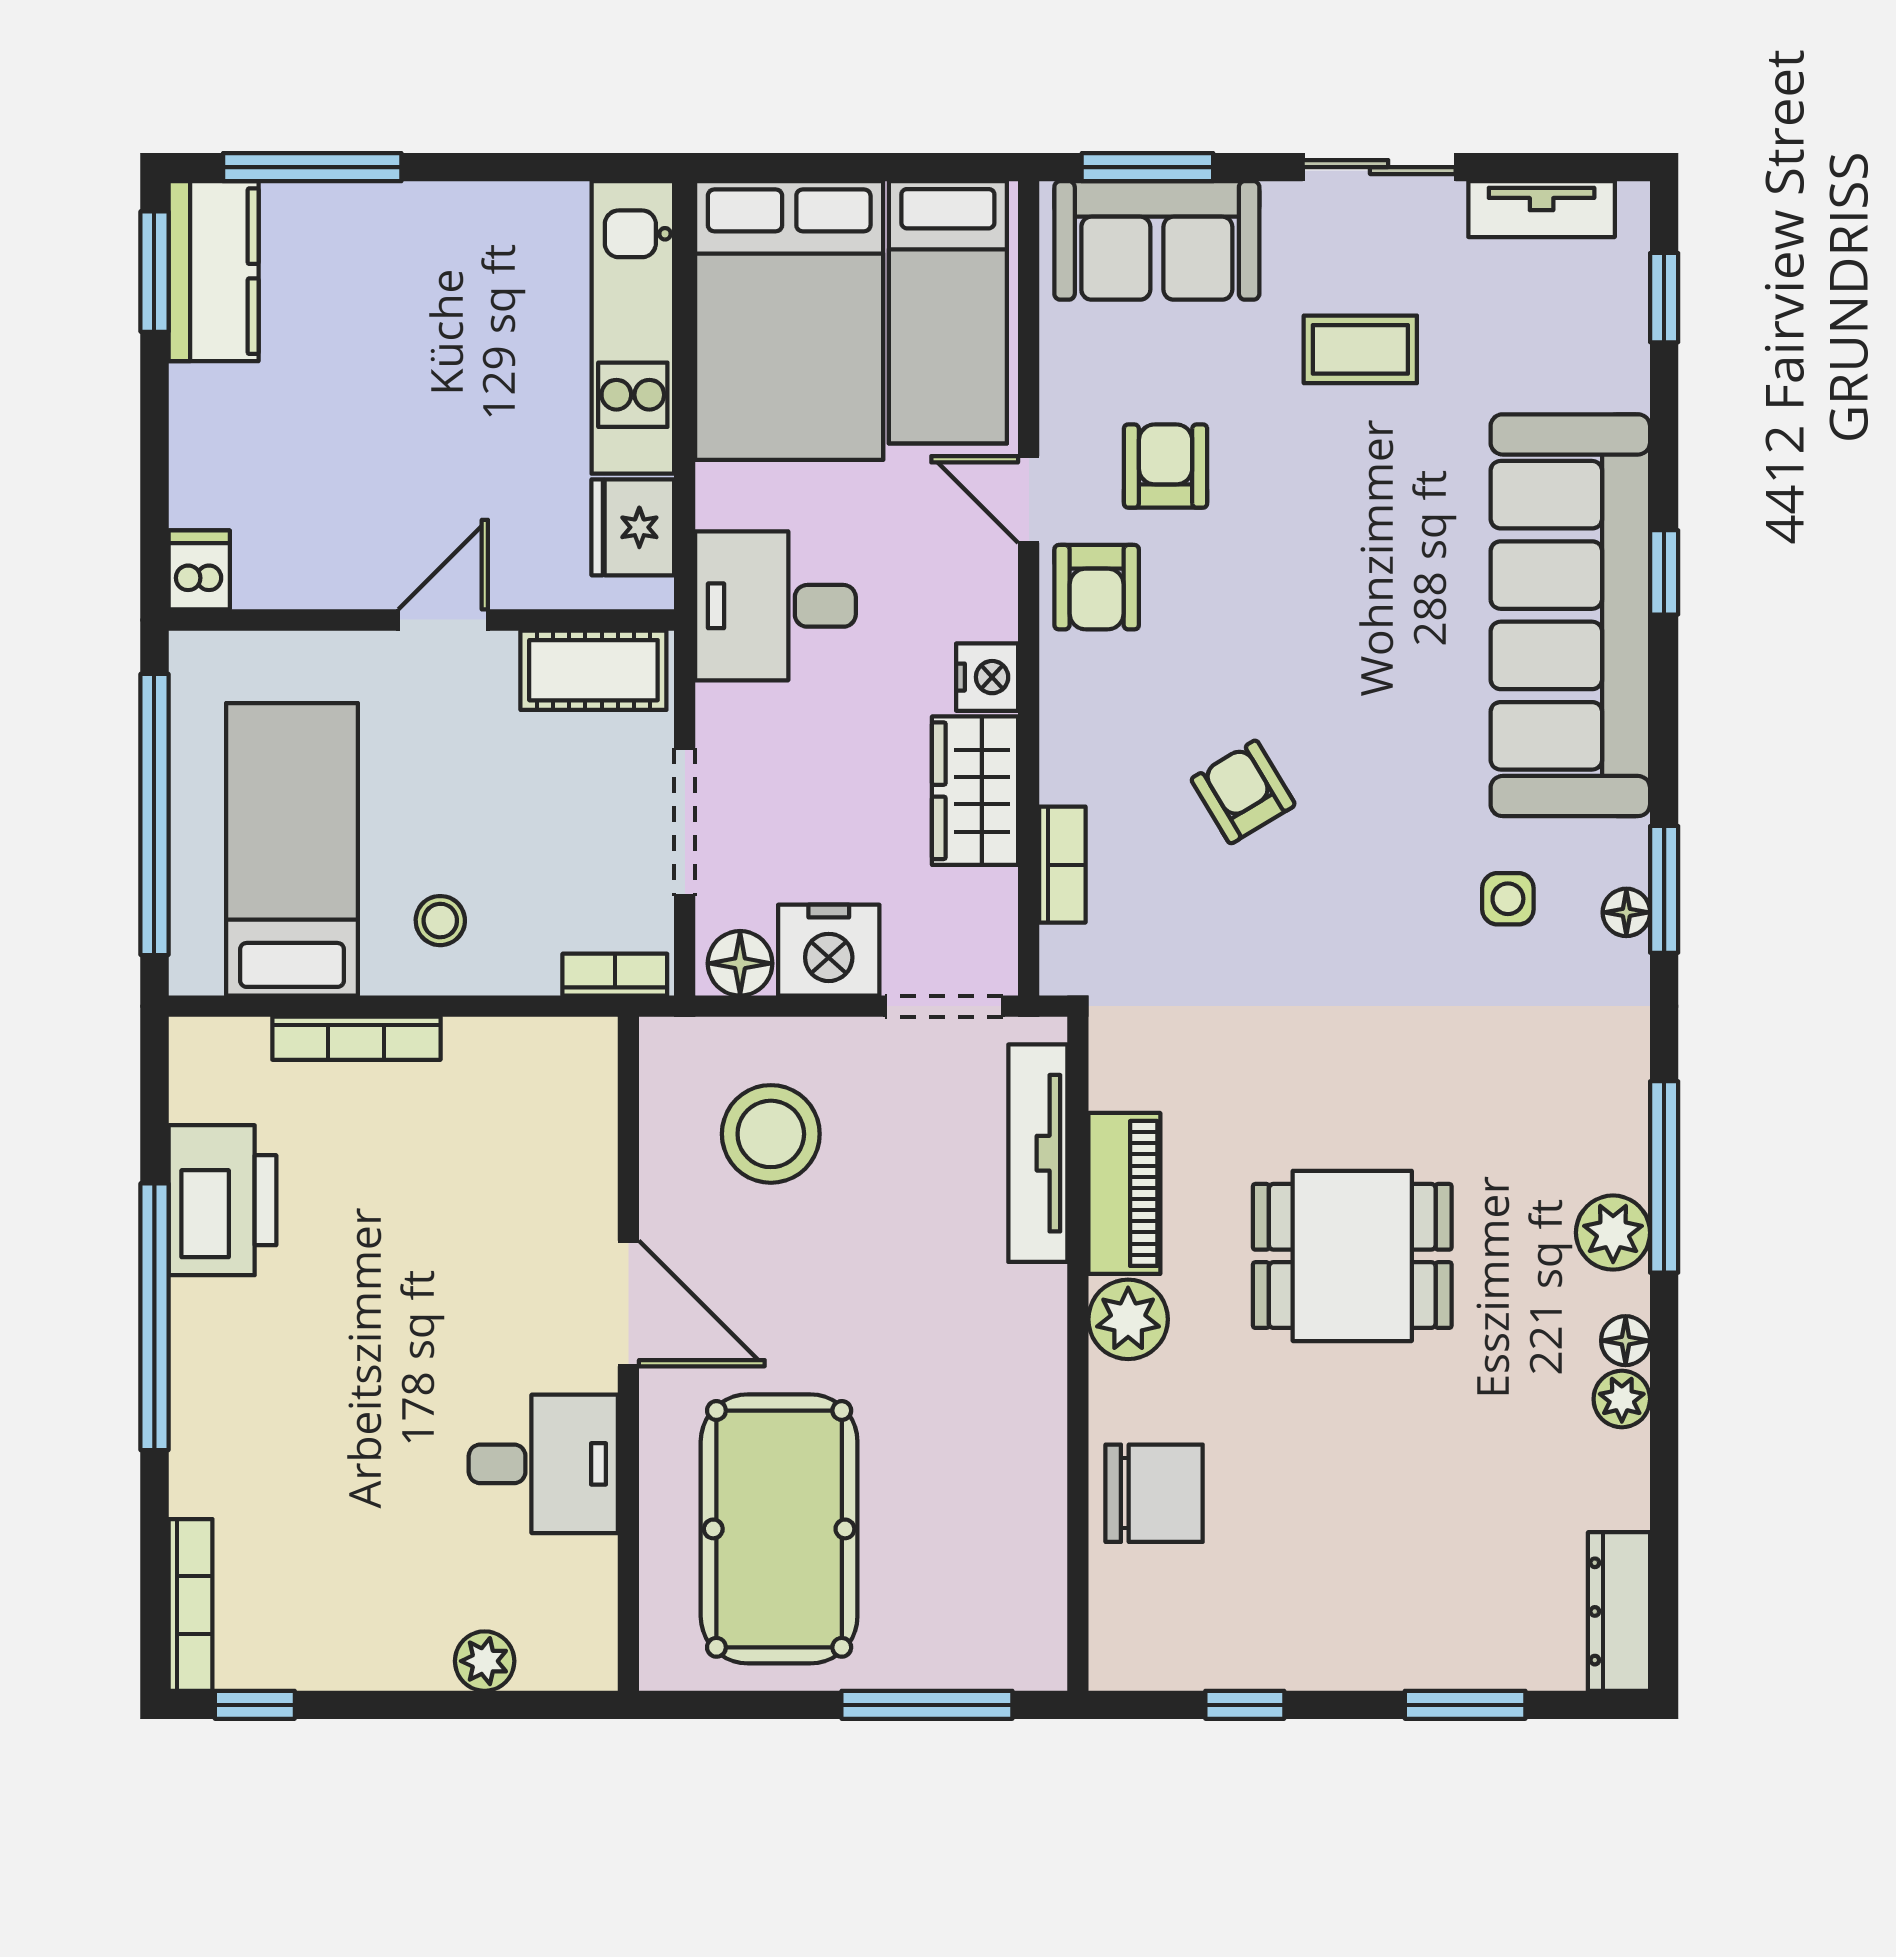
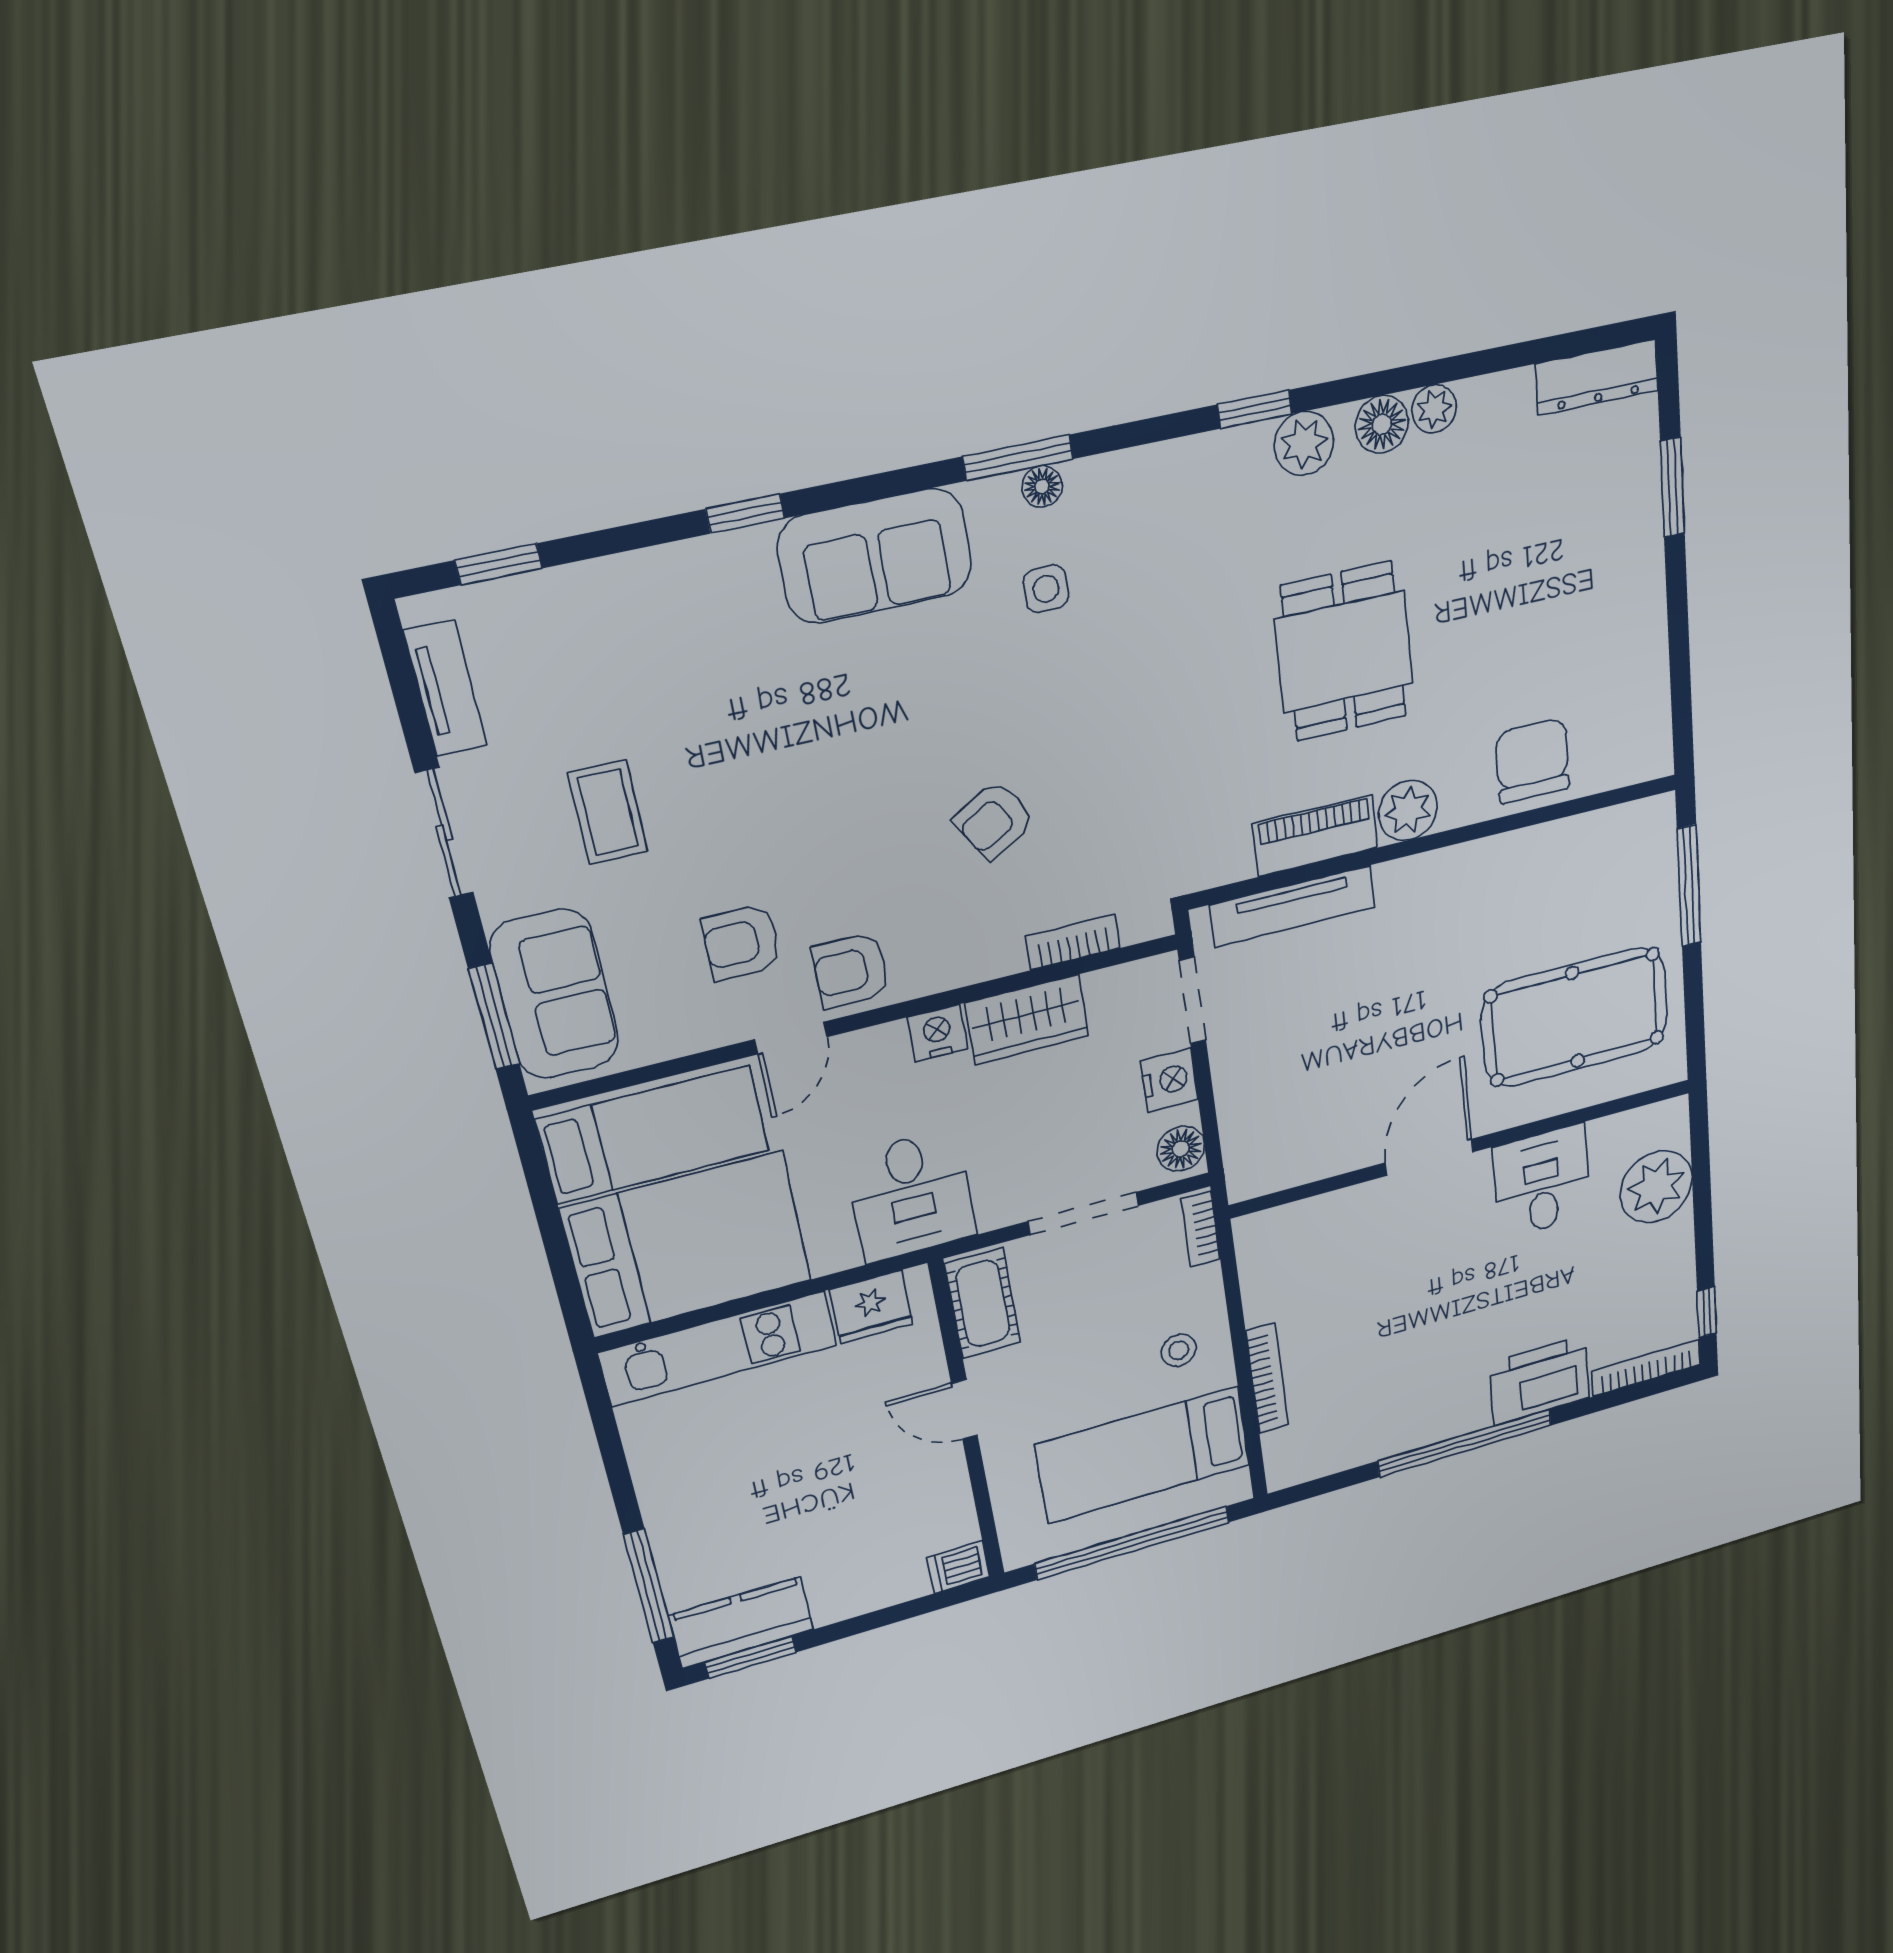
armchair: (1097, 587) -> (851, 970), turned 180
sofa: (1570, 615) -> (875, 556), width x0.54, depth x0.79
nightstand: (829, 950) -> (1169, 1080), width x0.74, depth x0.75
stool: (771, 1134) -> (1301, 1096), removed
window: (1664, 1177) -> (1255, 409), width x0.46
printer: (222, 1200) -> (1540, 1381), moved
floor lamp: (1626, 1341) -> (1382, 424), width x1.37, depth x1.37
plant: (485, 1661) -> (1656, 1187), width x1.88, depth x1.88
window: (1245, 1705) -> (1680, 658), removed

